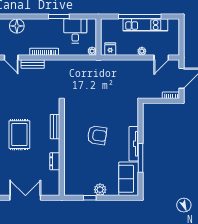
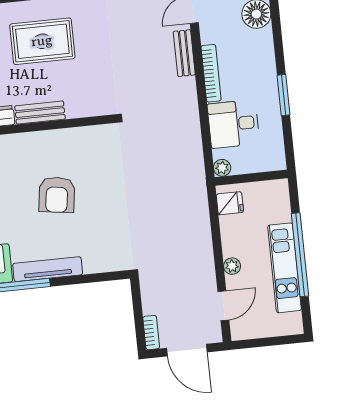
desk: (75, 31) -> (233, 124), moved, turned 180
door: (161, 58) -> (223, 306), swing flipped
bench: (55, 127) -> (40, 113), moved

